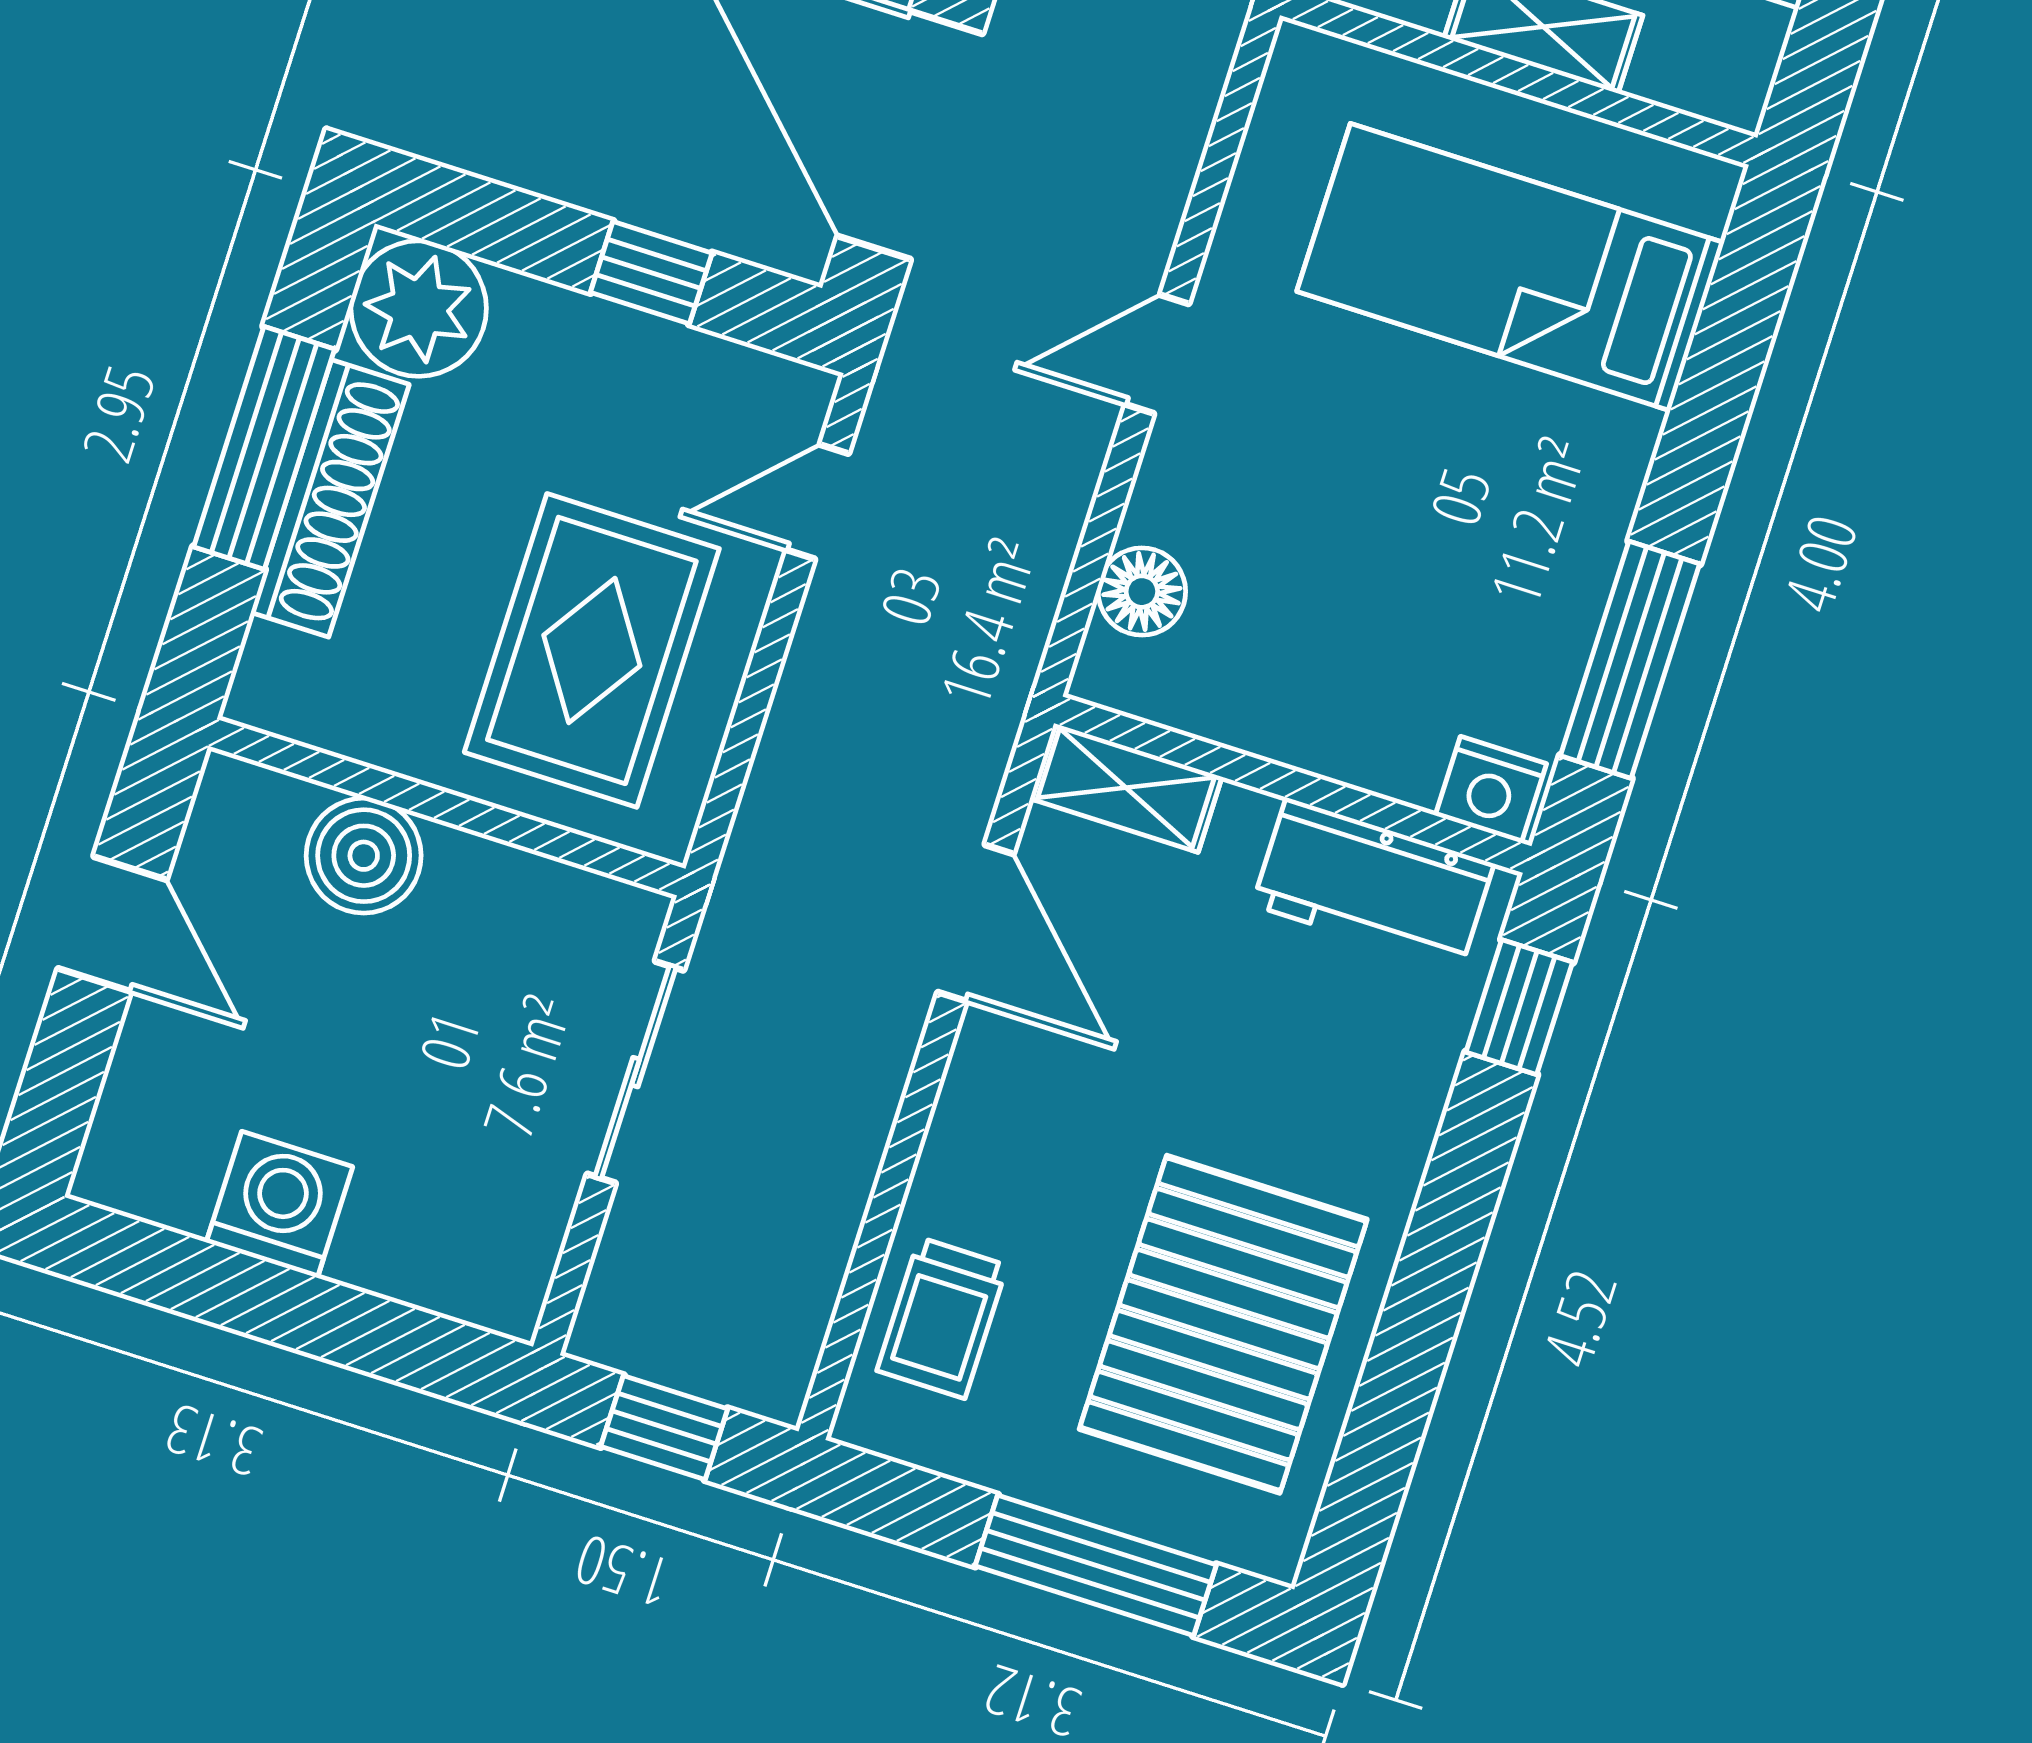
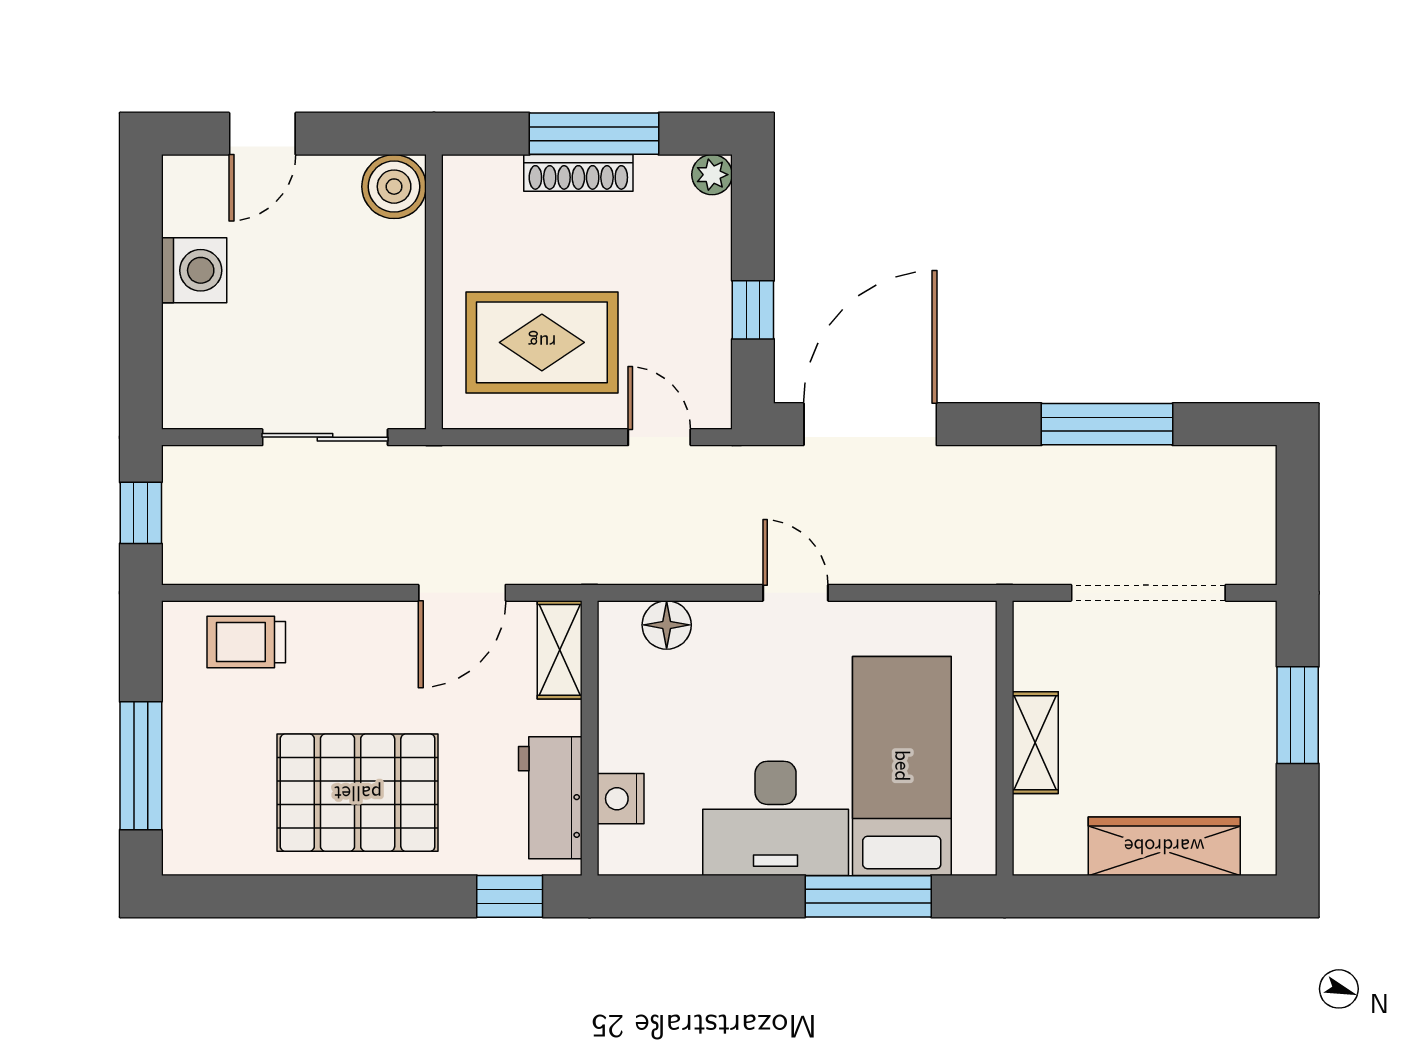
plant: (419, 309) -> (712, 175), width x0.53, depth x0.53
shoe rack: (330, 498) -> (578, 173), width x0.74, depth x0.81
desk: (1531, 511) -> (776, 818), added
window: (1630, 660) -> (868, 896), moved
nightstand: (1491, 790) -> (621, 799), moved
boiler: (364, 856) -> (394, 187), moved
door: (112, 924) -> (262, 134), moved
pallet: (1223, 1324) -> (358, 793), moved

